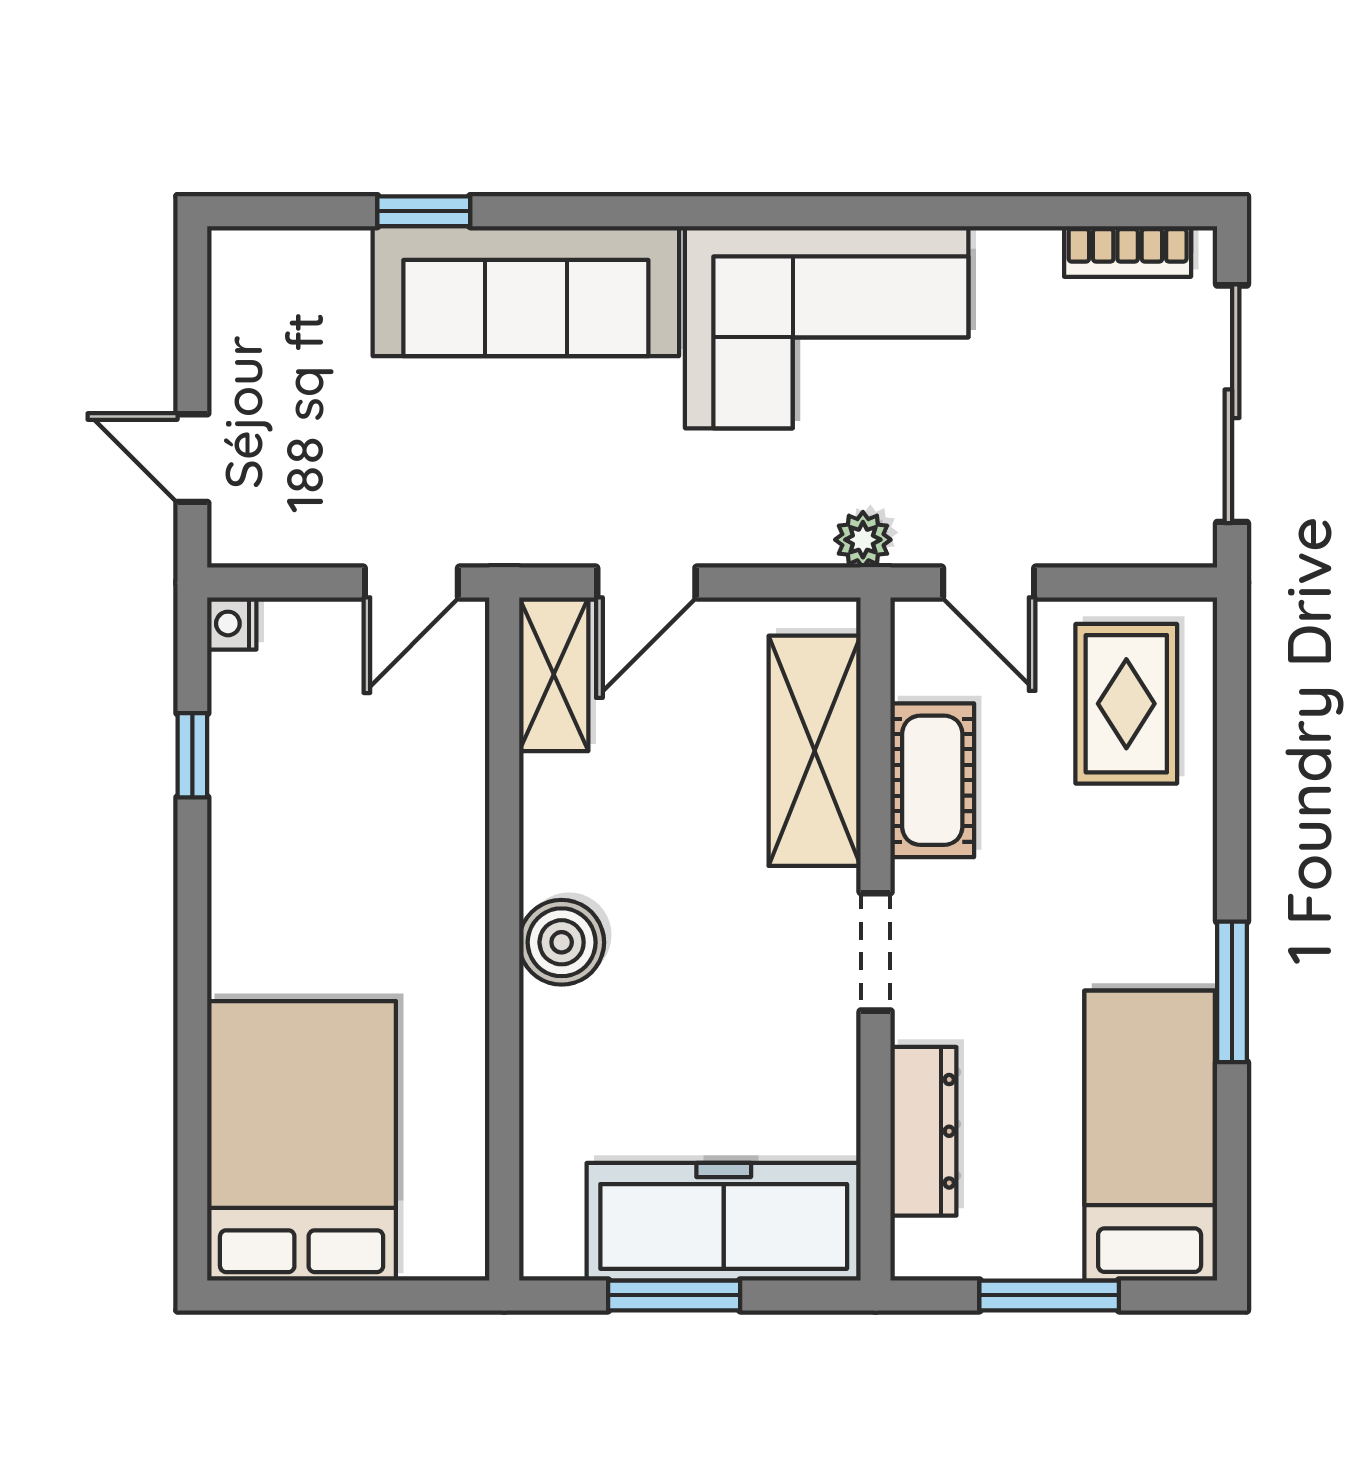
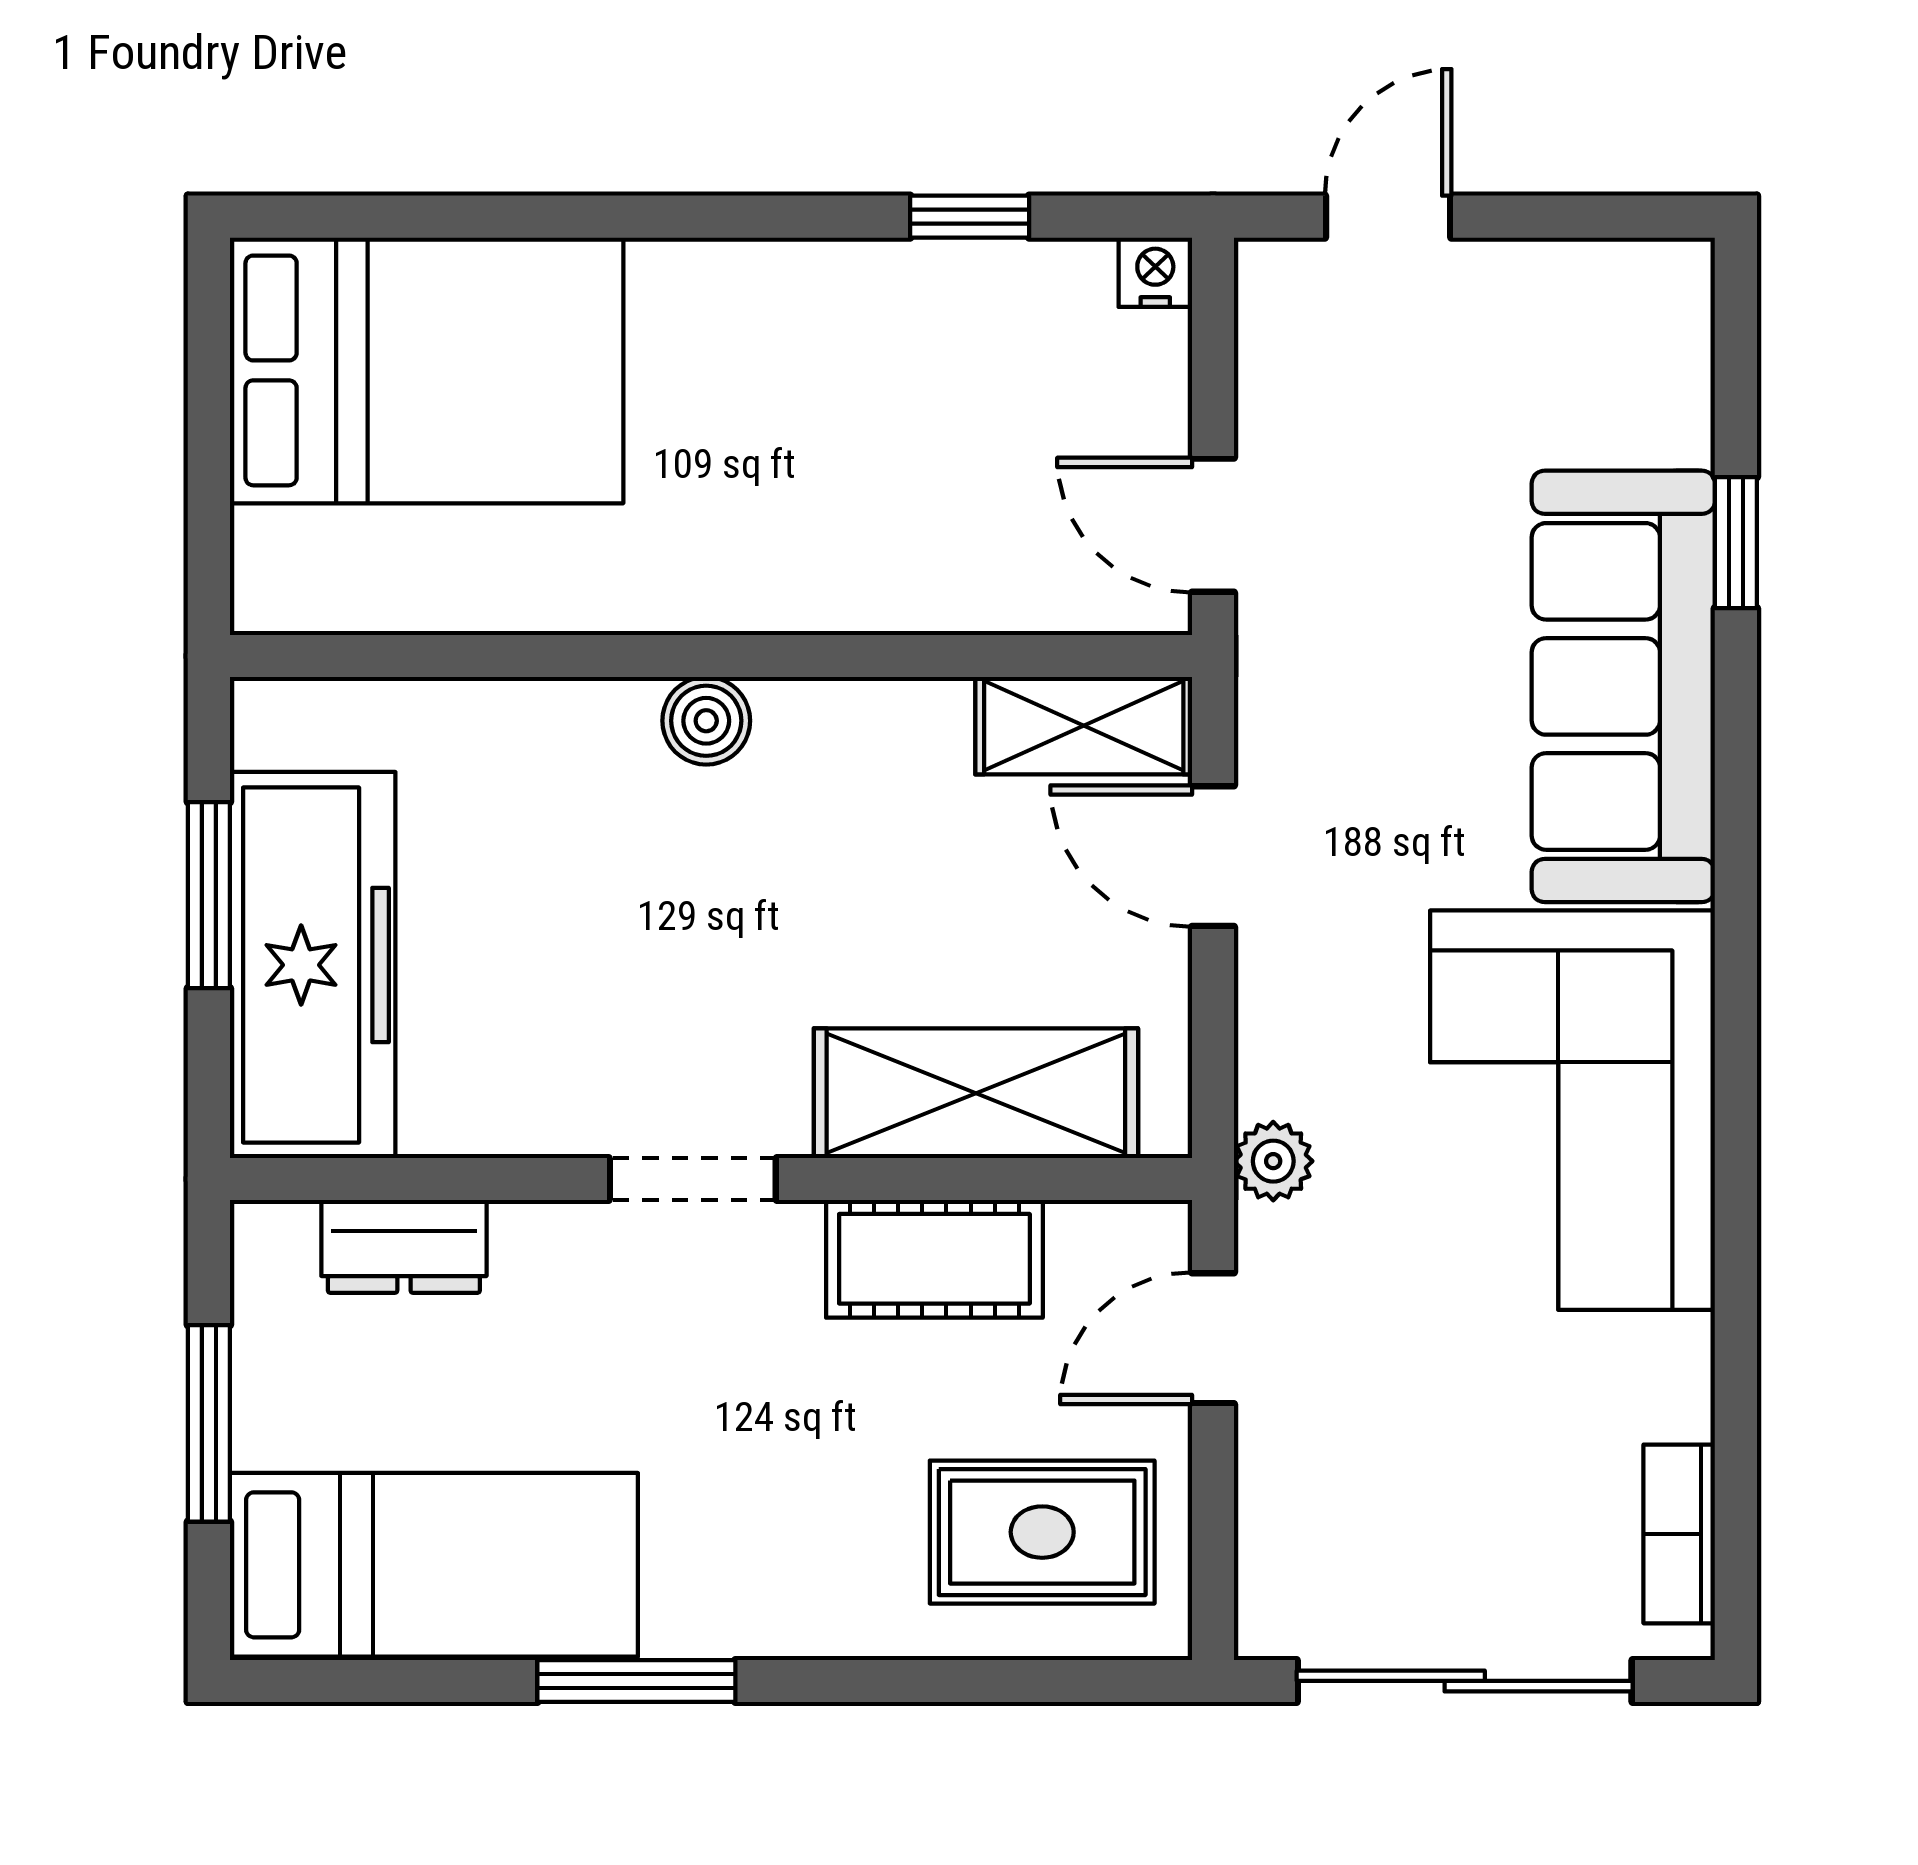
boiler: (562, 942) -> (706, 721), width x0.73, depth x0.73
dresser: (923, 1131) -> (404, 1246), width x0.70

